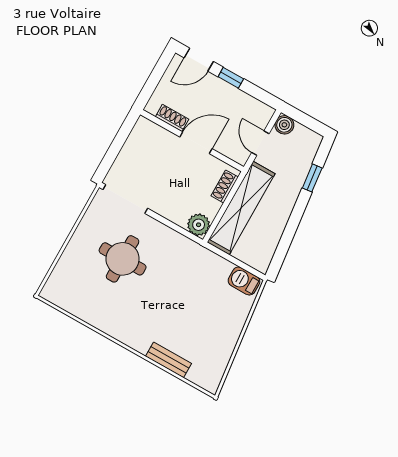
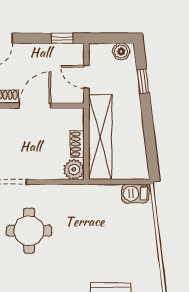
window: (231, 78) -> (62, 38), moved
boiler: (284, 125) -> (121, 52), moved
shoe rack: (225, 186) -> (77, 144), moved

